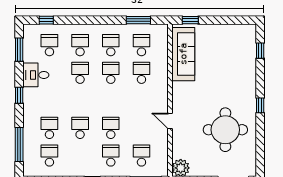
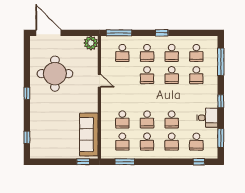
school desk: (80, 156) -> (172, 53), added

